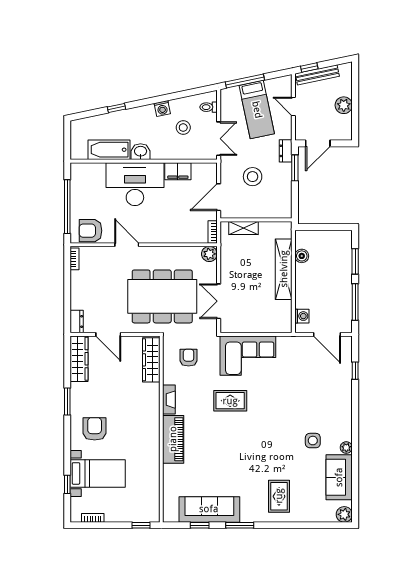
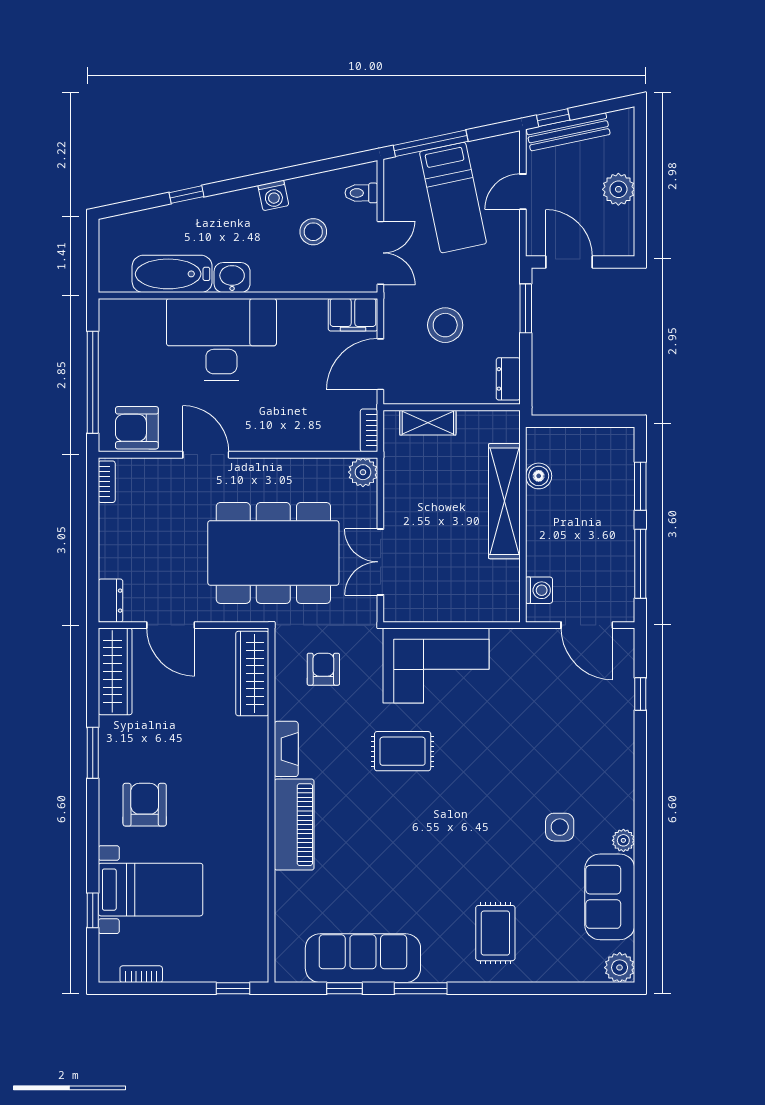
door: (293, 106) -> (523, 192), hinge flipped
door: (318, 143) -> (569, 262), swing flipped
dresser: (286, 151) -> (508, 379), moved
filing cabinet: (178, 171) -> (353, 315), moved

